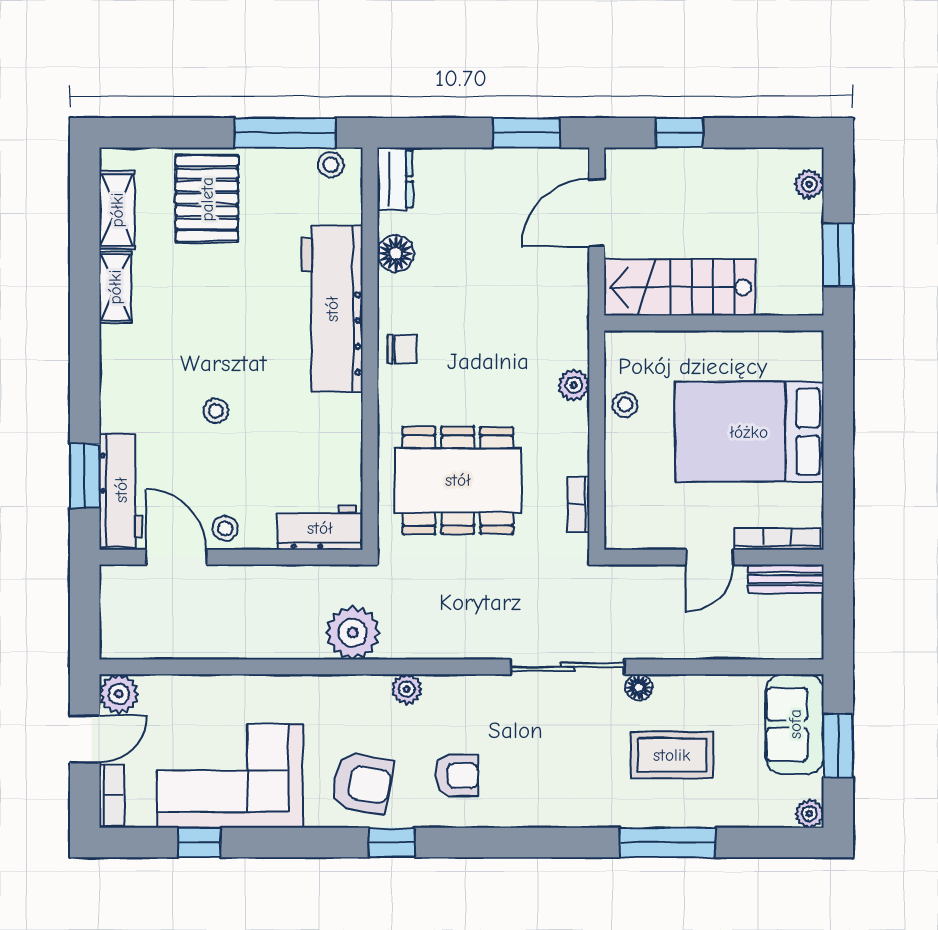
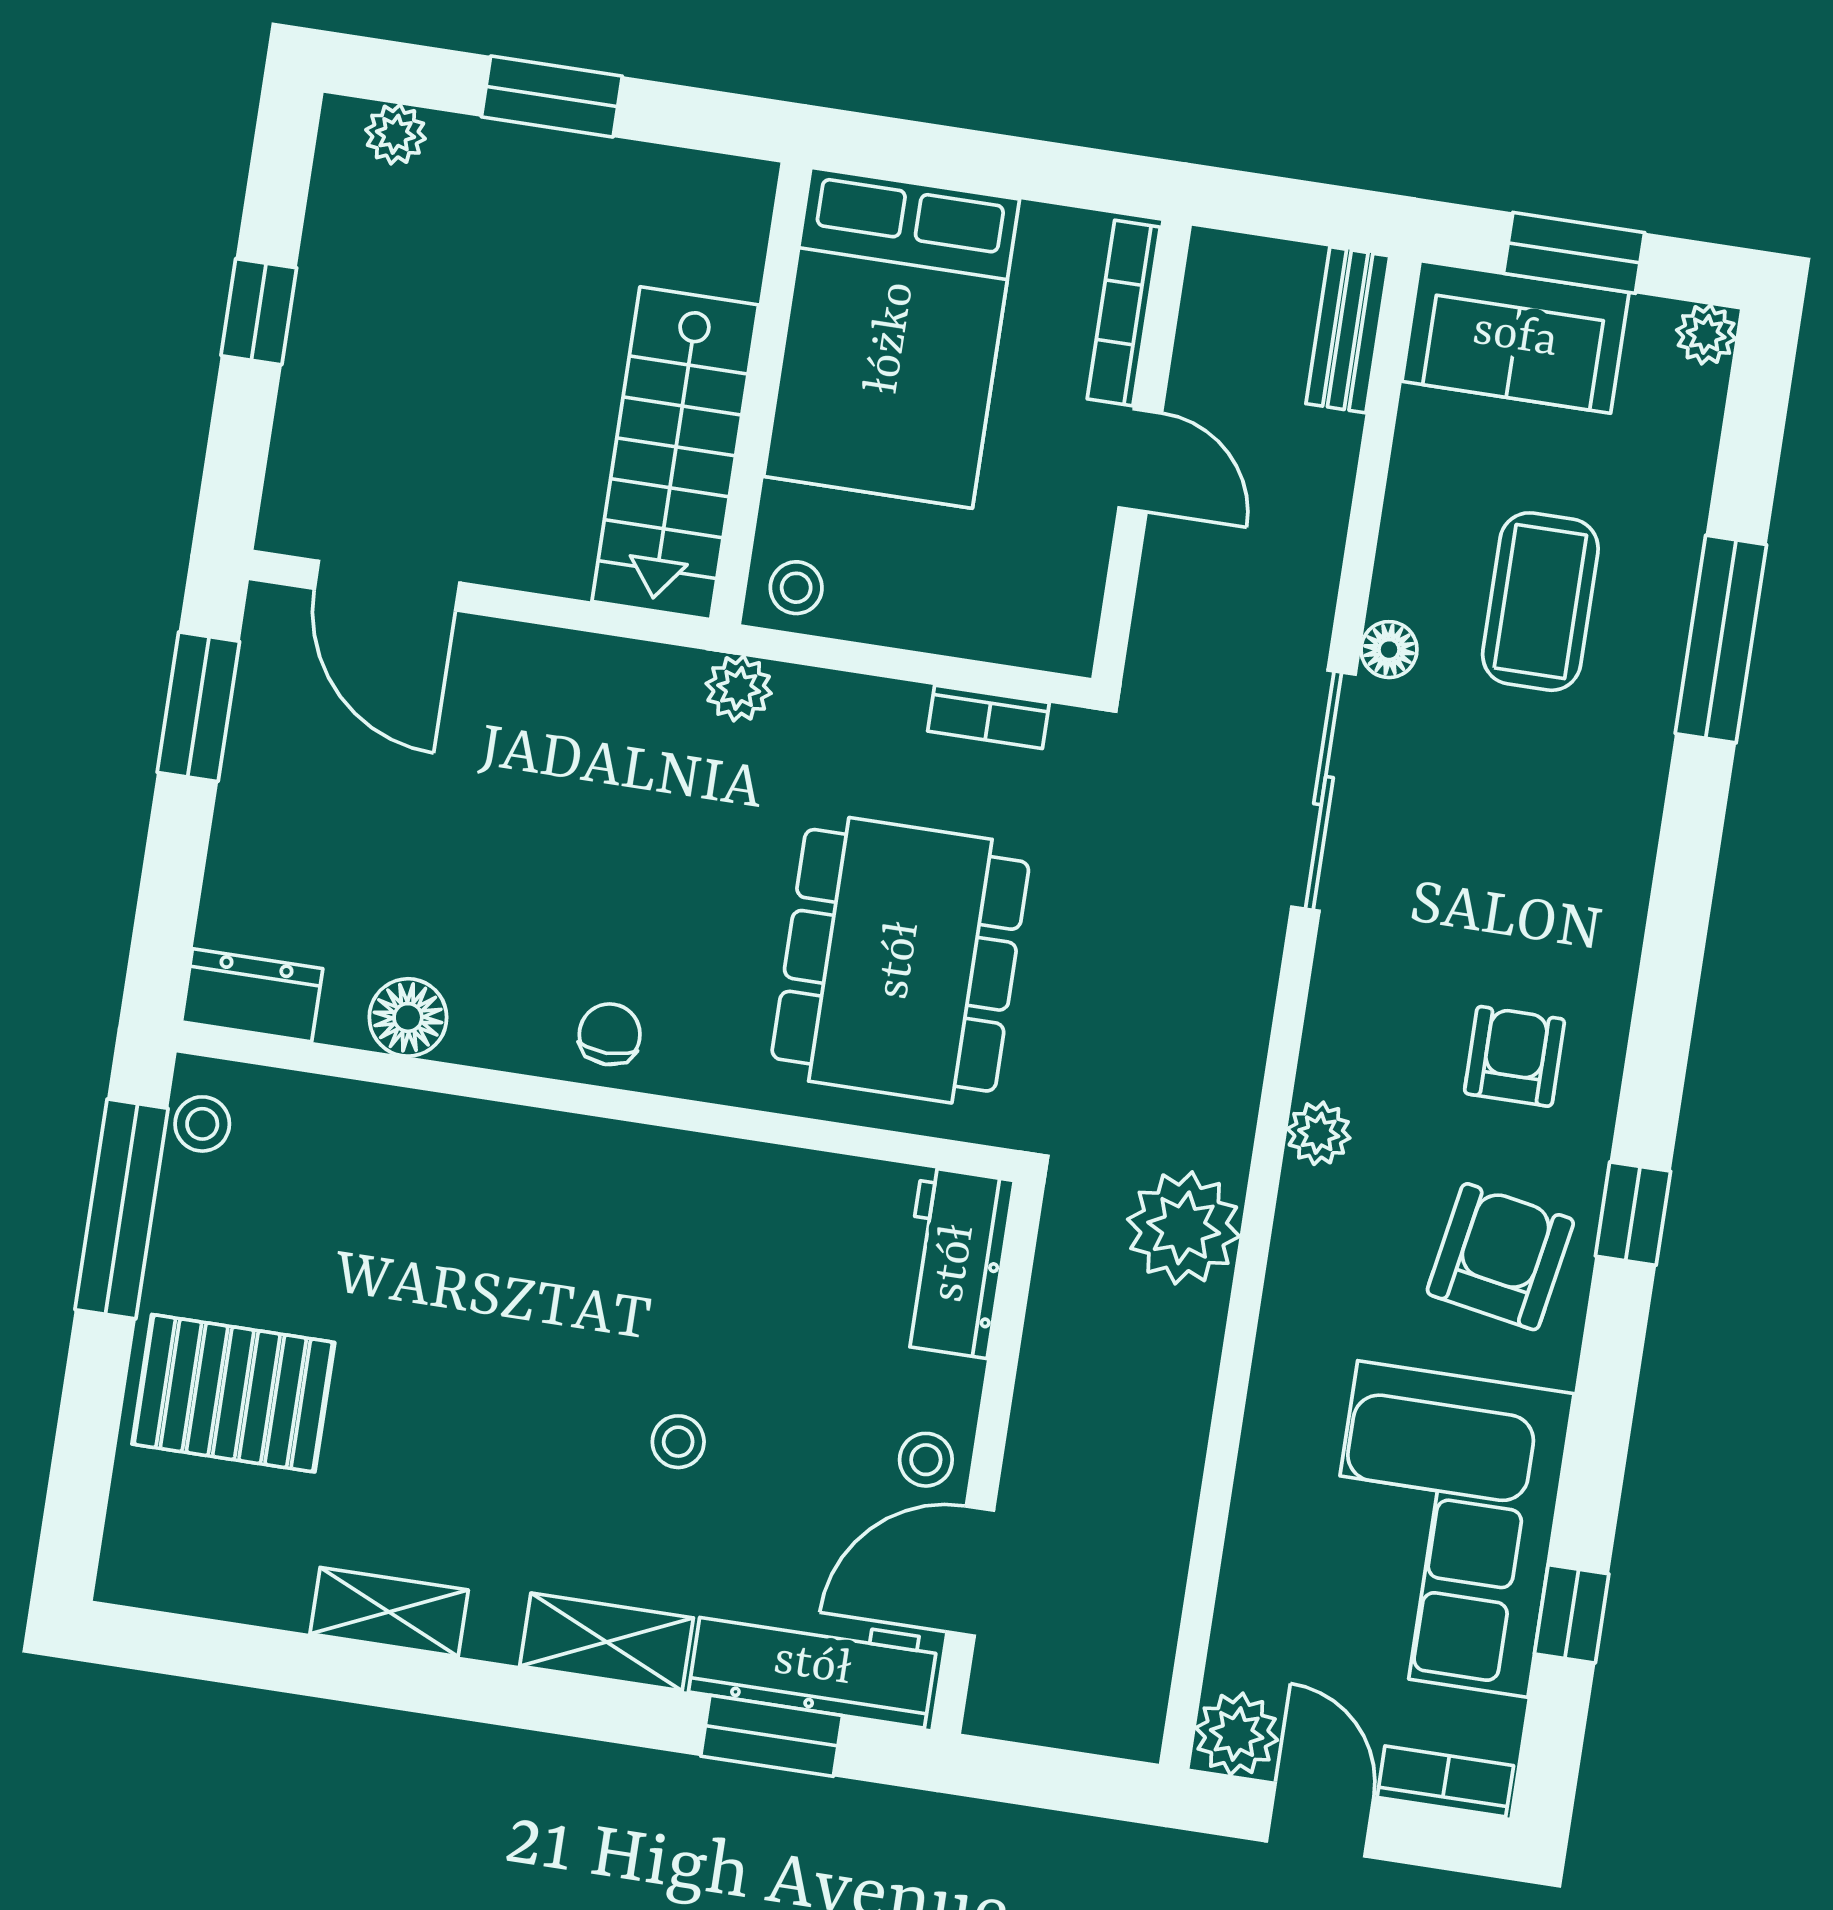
window: (679, 133) -> (259, 312), moved
shelving: (117, 210) -> (606, 1642), moved
stairs: (680, 287) -> (675, 453), moved
workbench: (332, 309) -> (502, 1167), removed
wall: (714, 323) -> (761, 393), moved
bench: (786, 579) -> (1348, 330), moved

